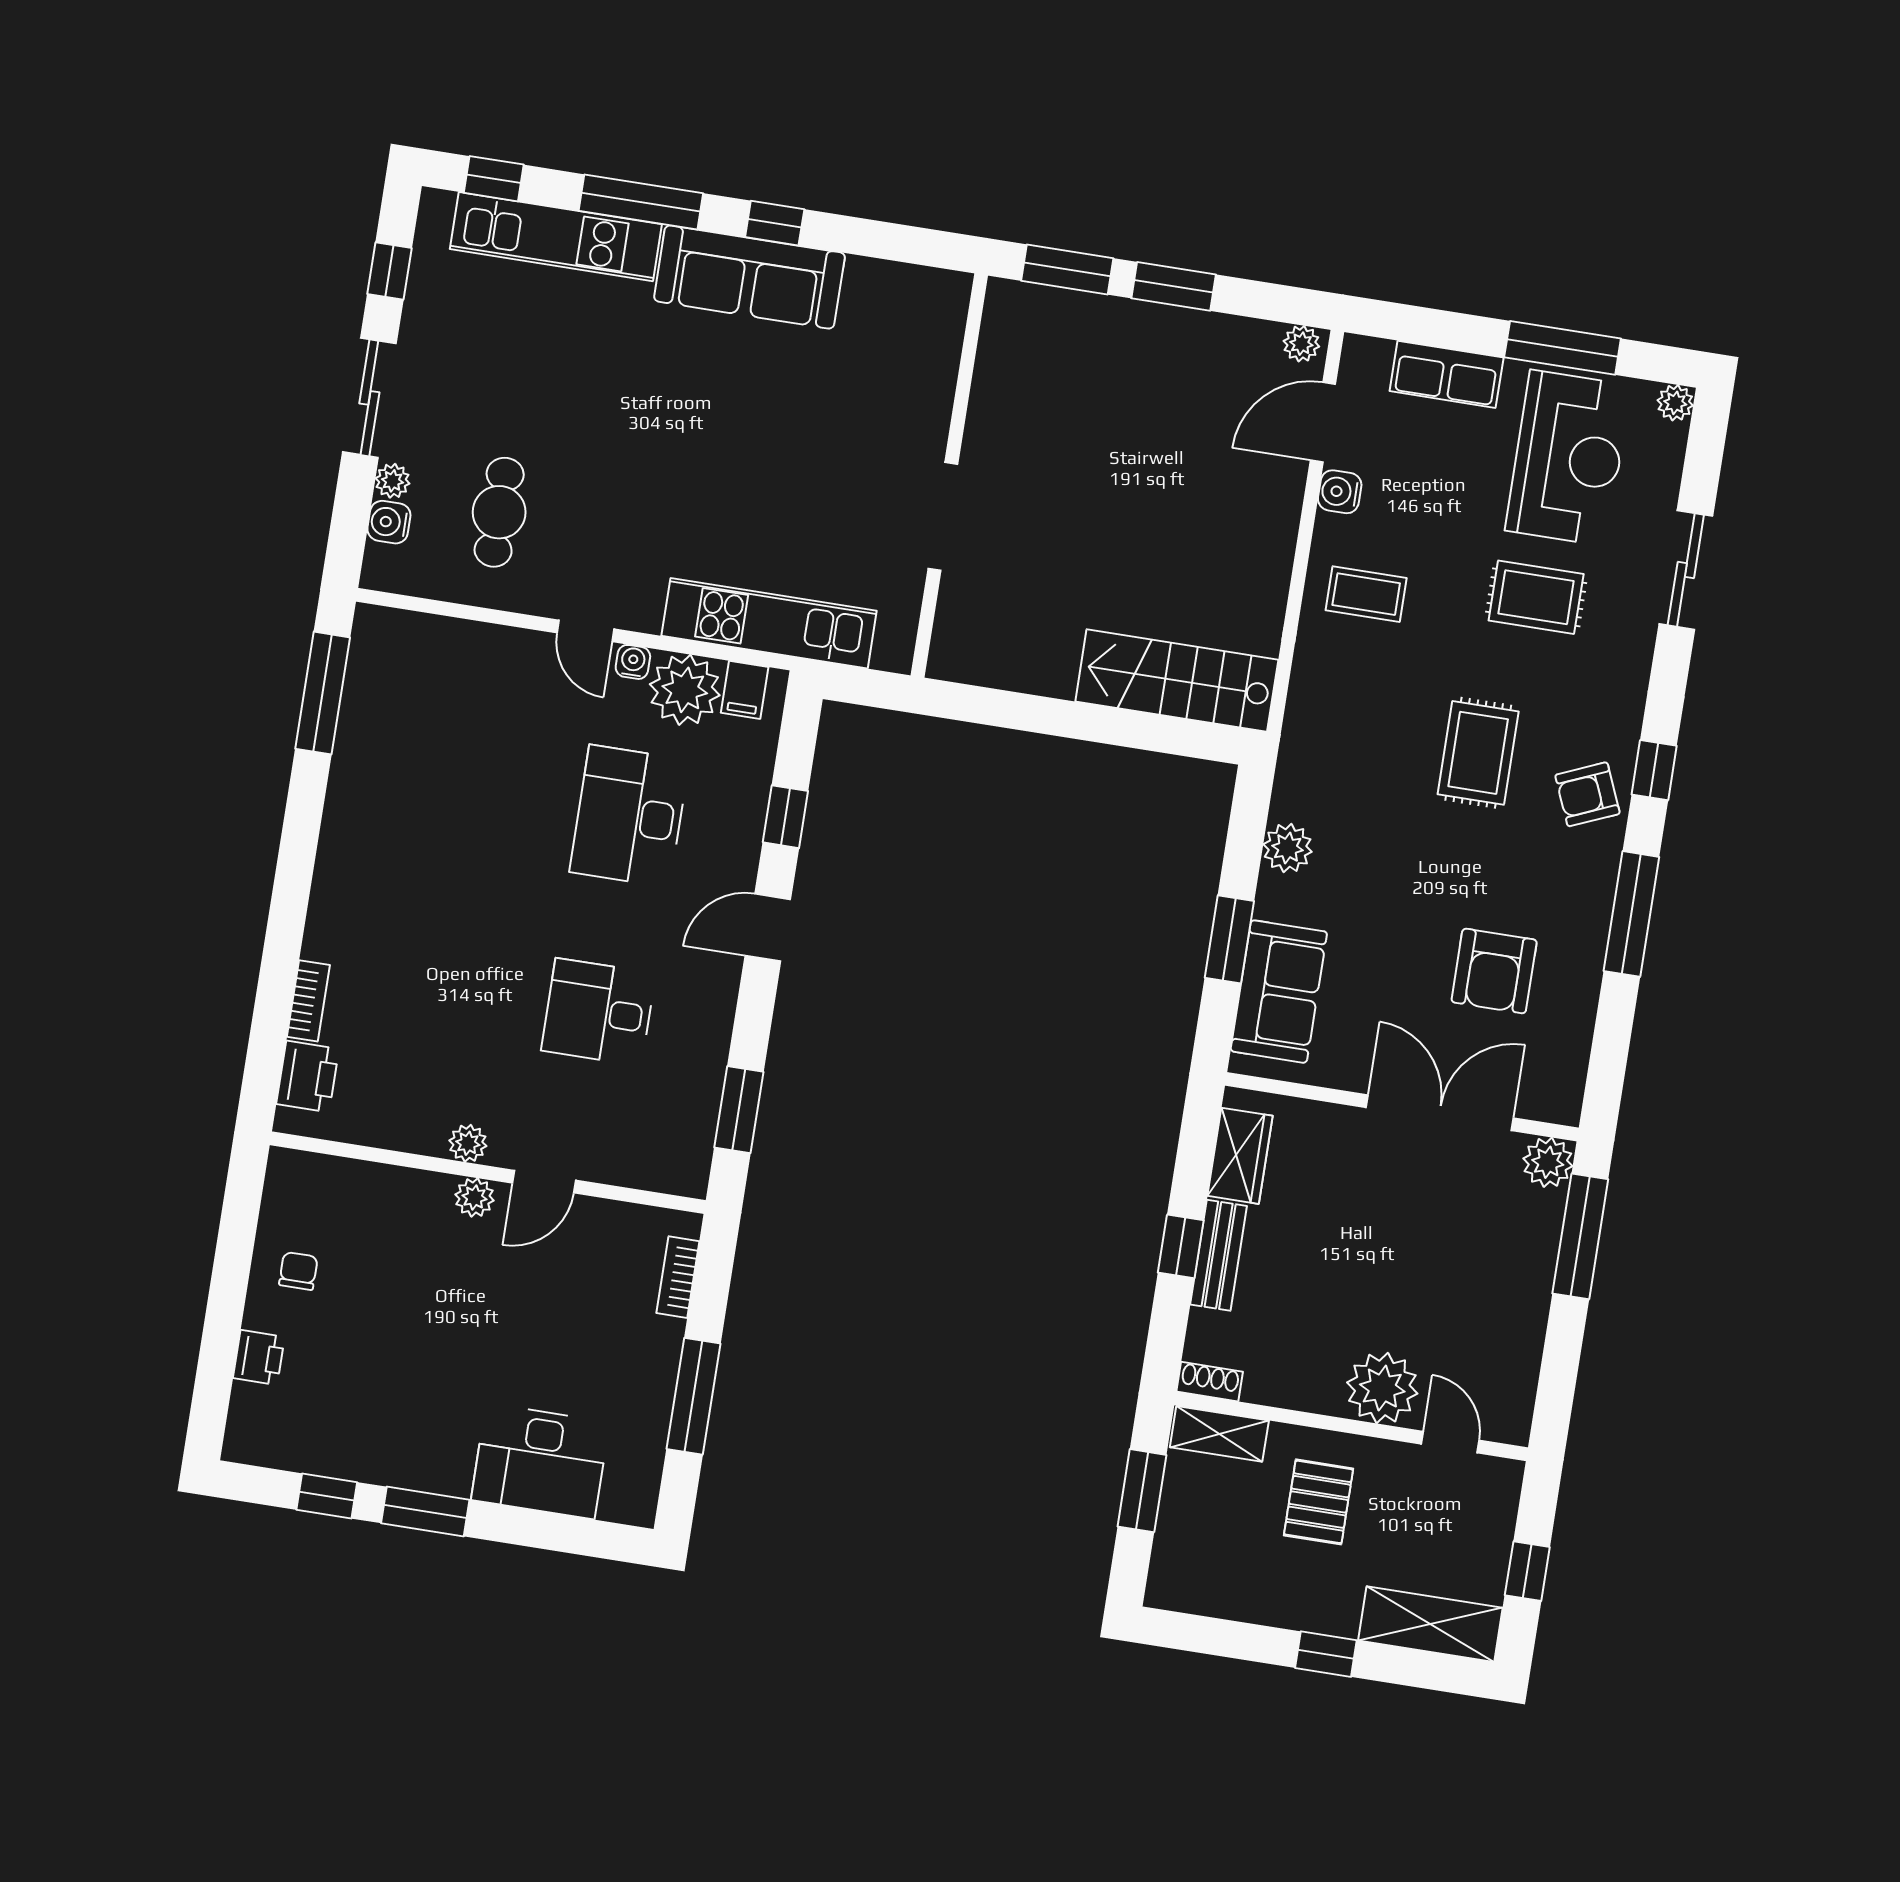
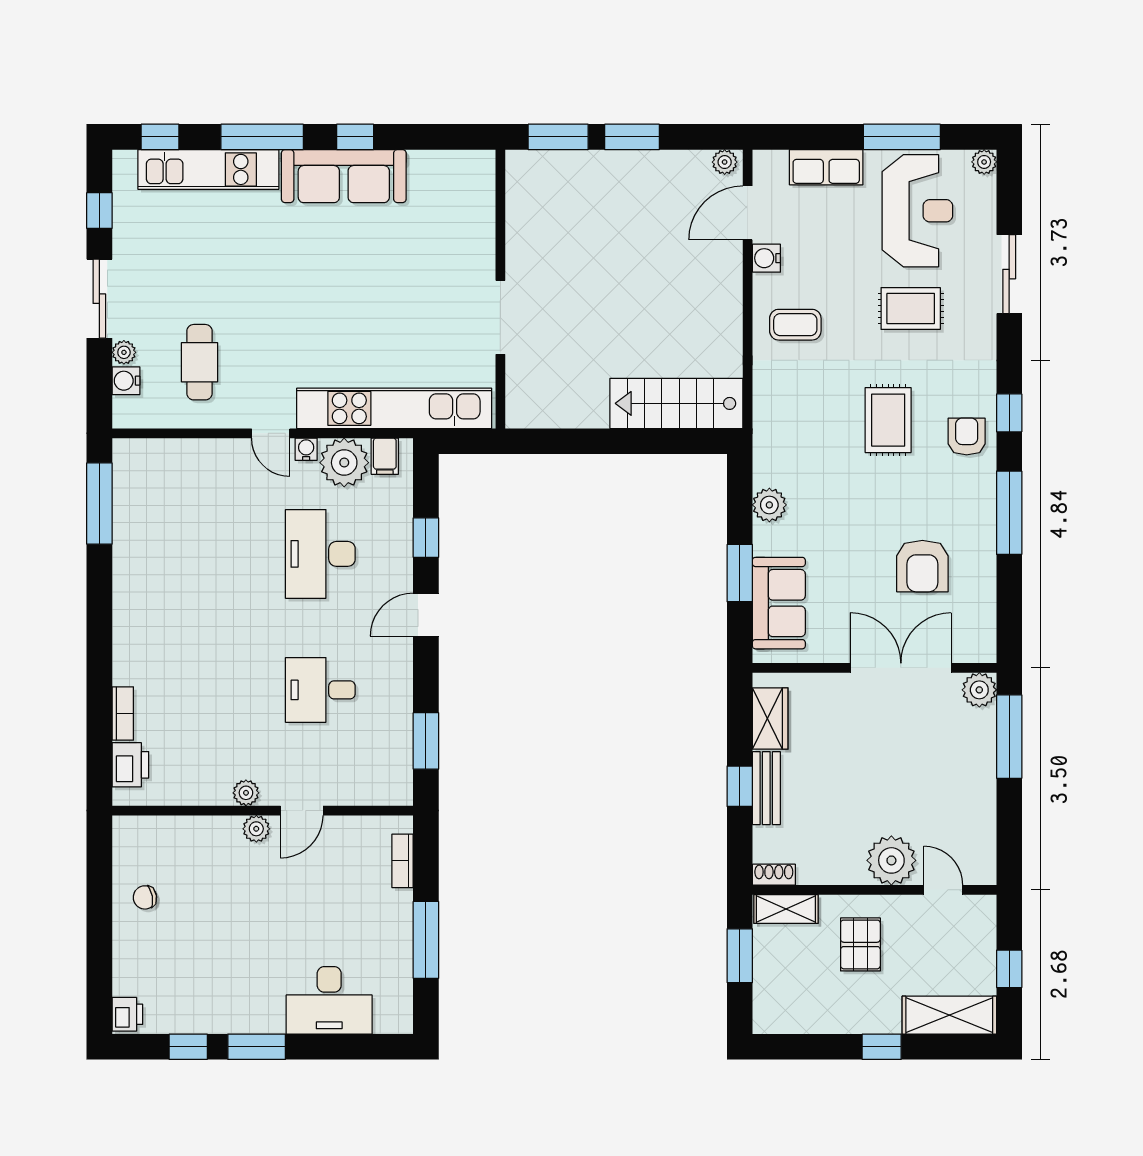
kitchen unit: (769, 623) -> (394, 408), width x1.36
armchair: (1587, 794) -> (967, 436), turned 113
chair: (298, 1271) -> (145, 897), turned -100
printer: (259, 1357) -> (127, 1014), moved

